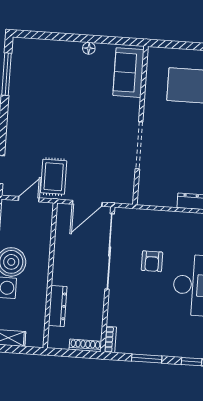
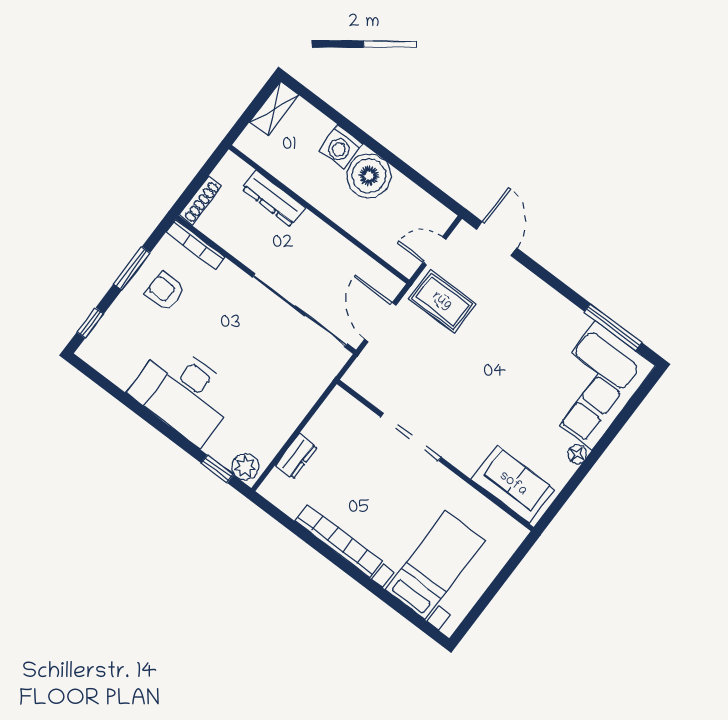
corner sofa: (45, 64) -> (594, 385), added
door: (29, 199) -> (434, 251), swing flipped
armchair: (152, 261) -> (165, 291), moved
bookcase: (110, 339) -> (196, 244), width x1.56

